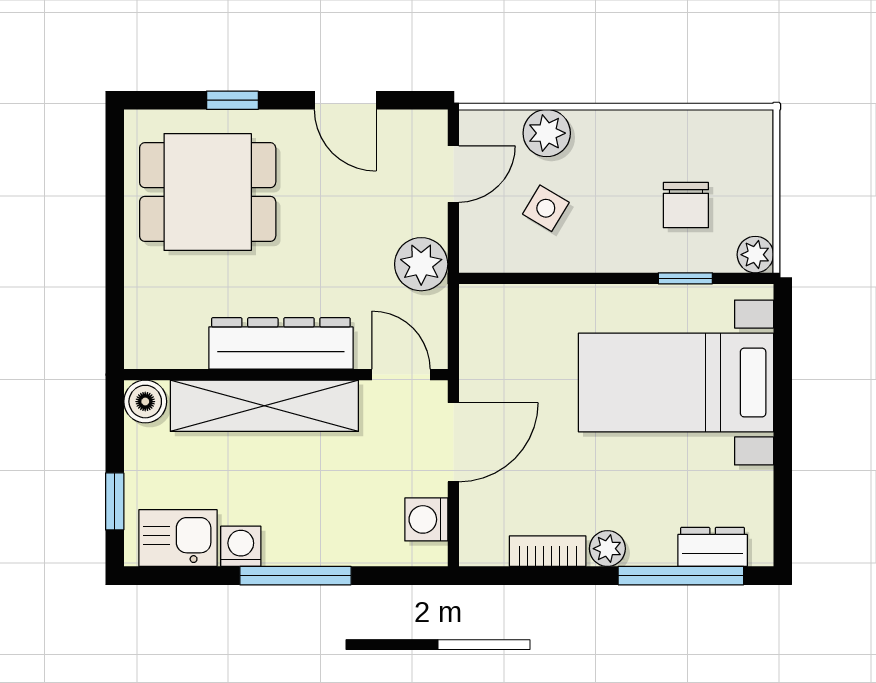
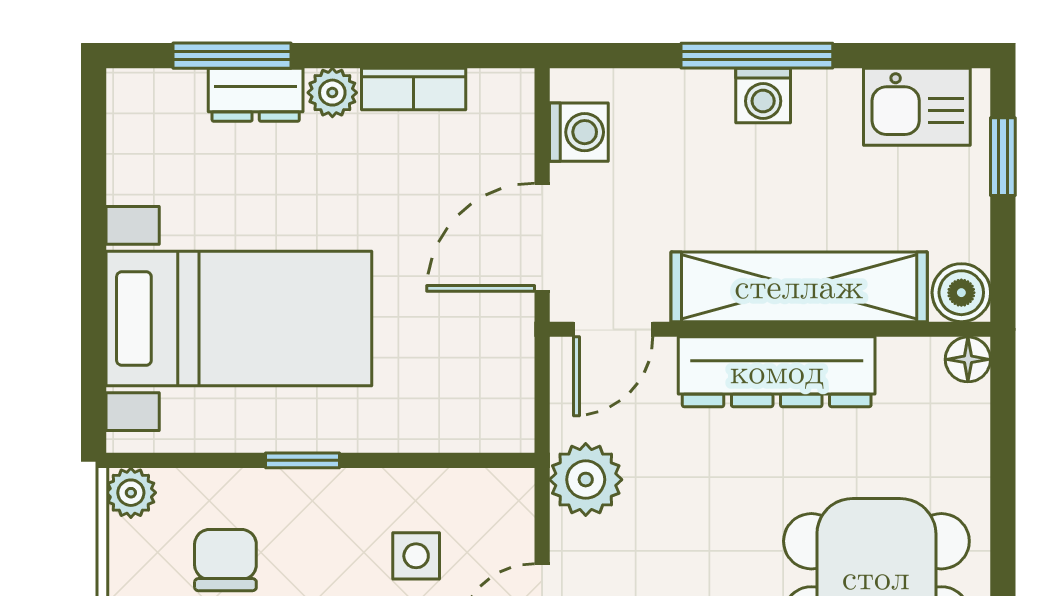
side table: (546, 208) -> (416, 556), turned -31
window: (685, 278) -> (302, 460), moved
floor lamp: (140, 353) -> (968, 359), added
door: (401, 375) -> (613, 329), hinge flipped
washing machine: (241, 546) -> (763, 96), moved
dresser: (713, 547) -> (256, 95), moved
window: (681, 576) -> (232, 56), width x0.69

